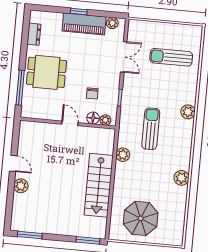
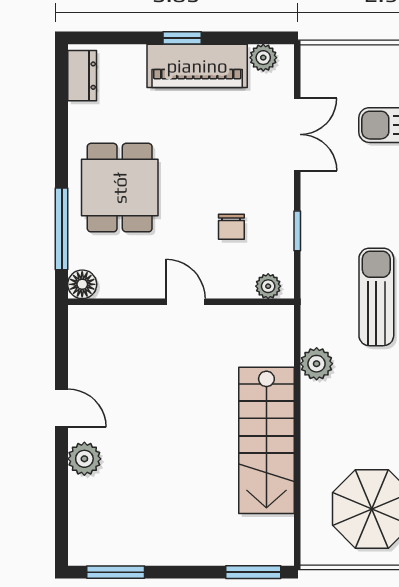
dresser: (34, 34) -> (82, 76), moved
dining table: (46, 72) -> (120, 188), turned 90
floor lamp: (93, 118) -> (82, 284), moved

